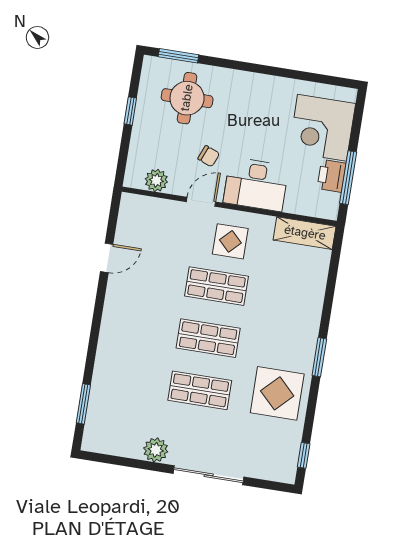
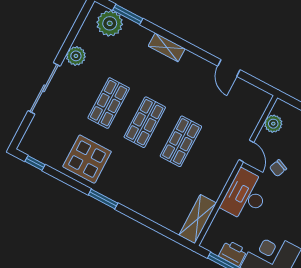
display table: (230, 241) -> (210, 163), removed
shelving: (107, 343) -> (167, 47), added
plant: (102, 422) -> (110, 23), added

